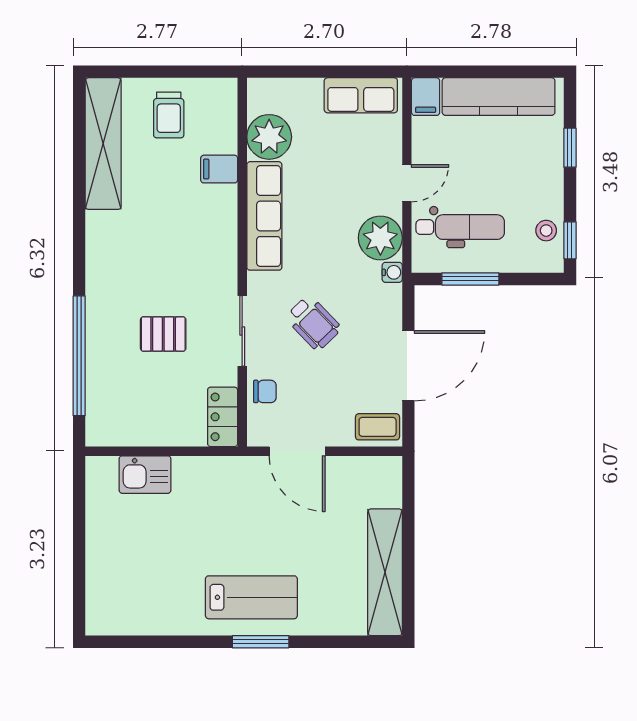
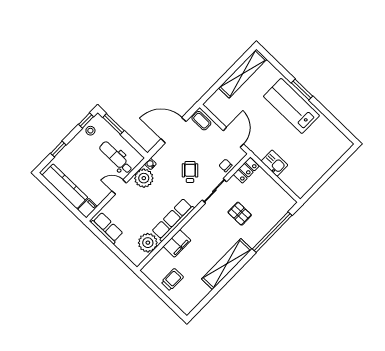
shelving: (103, 144) -> (227, 264), moved
filing cabinet: (219, 169) -> (177, 243), width x2.00
window: (470, 279) -> (113, 124), moved
kitchen sink: (145, 475) -> (274, 163), moved
lab bench: (251, 597) -> (291, 106), width x1.36, depth x1.39

